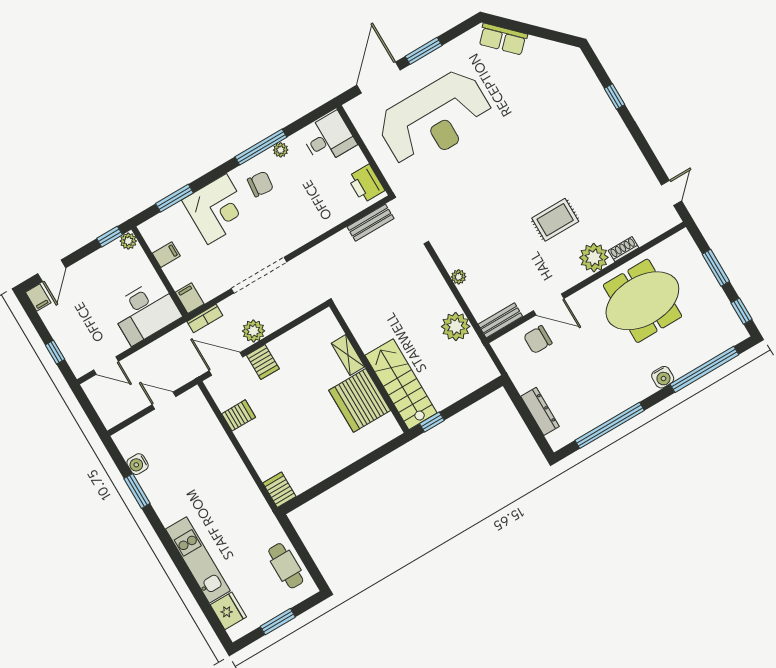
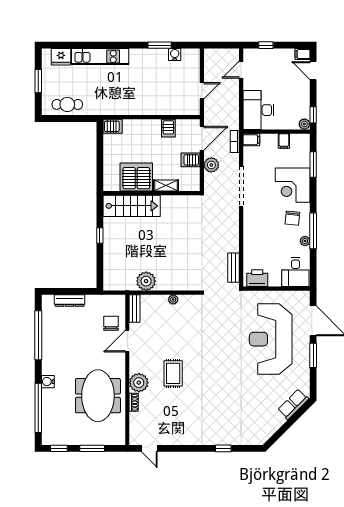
shelving: (348, 355) -> (166, 186), moved
wall: (369, 368) -> (151, 193), moved
stairs: (401, 384) -> (132, 206), moved
server rack: (360, 400) -> (136, 177), moved

